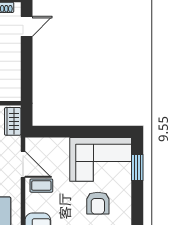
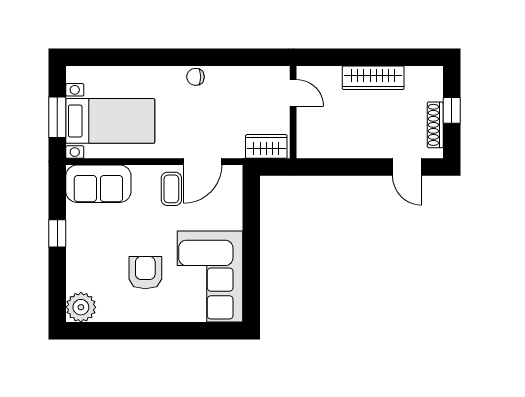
window: (137, 167) -> (198, 331), removed
armchair: (98, 203) -> (145, 273), turned 90

